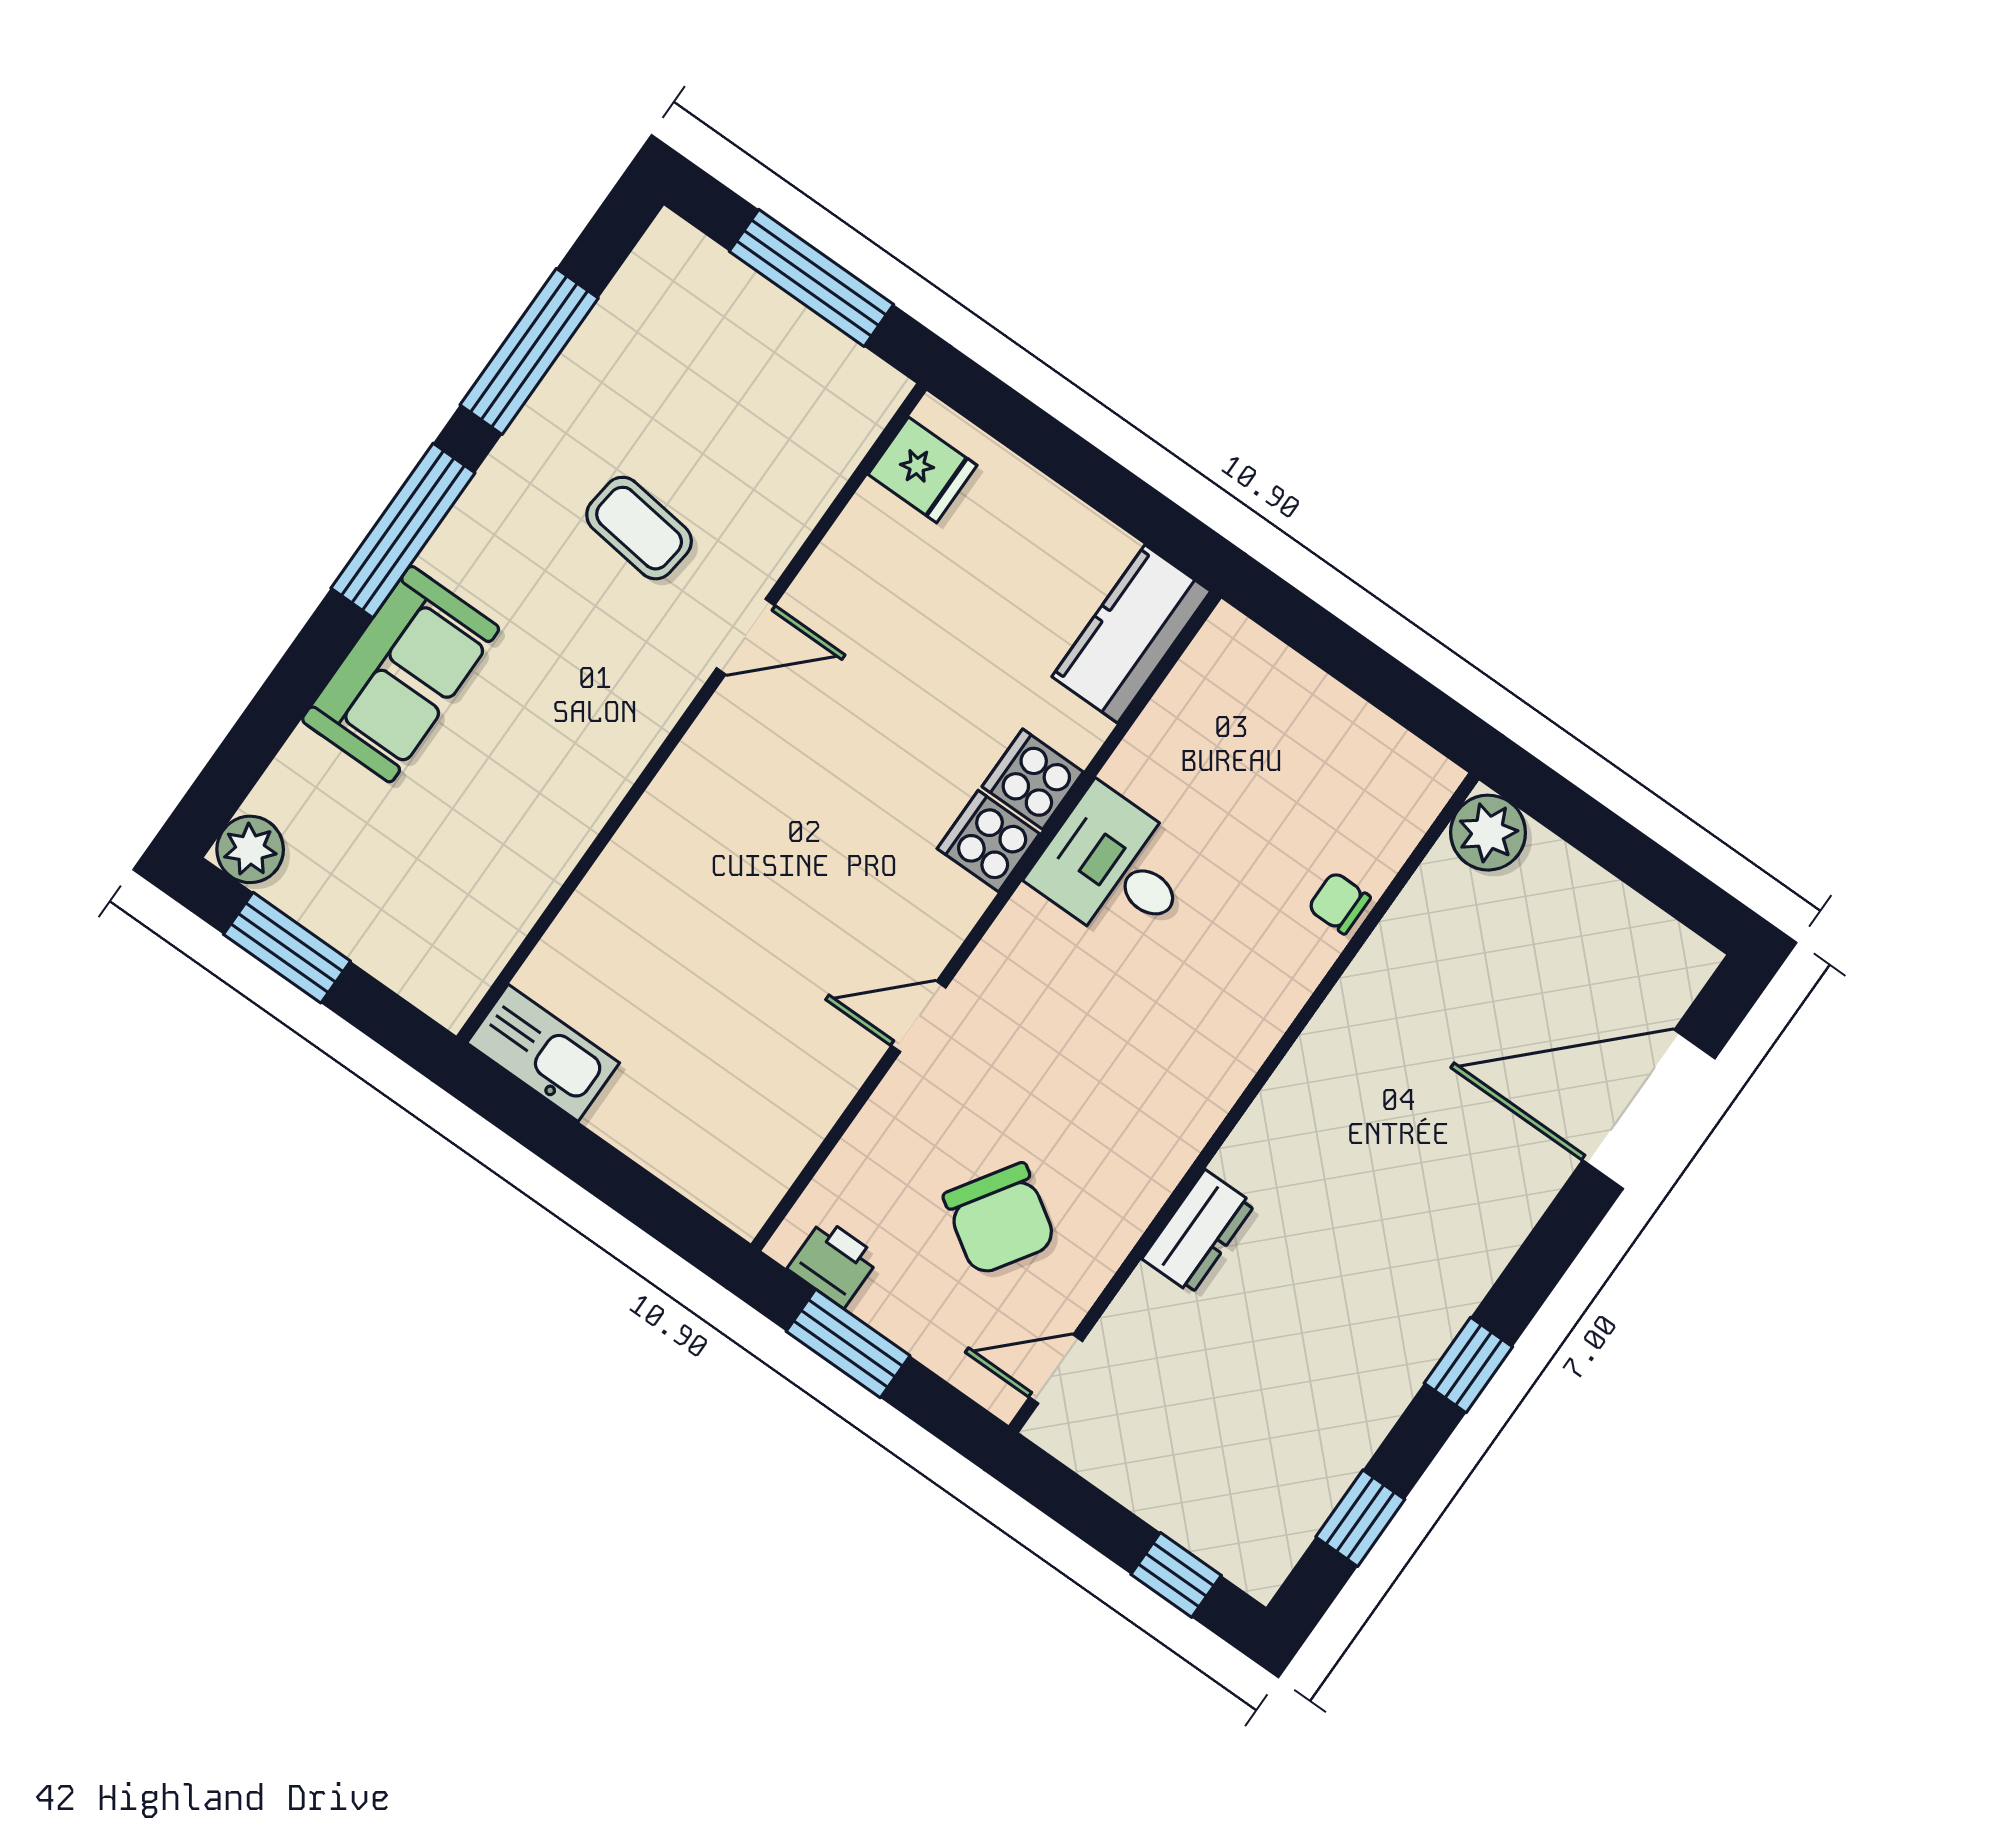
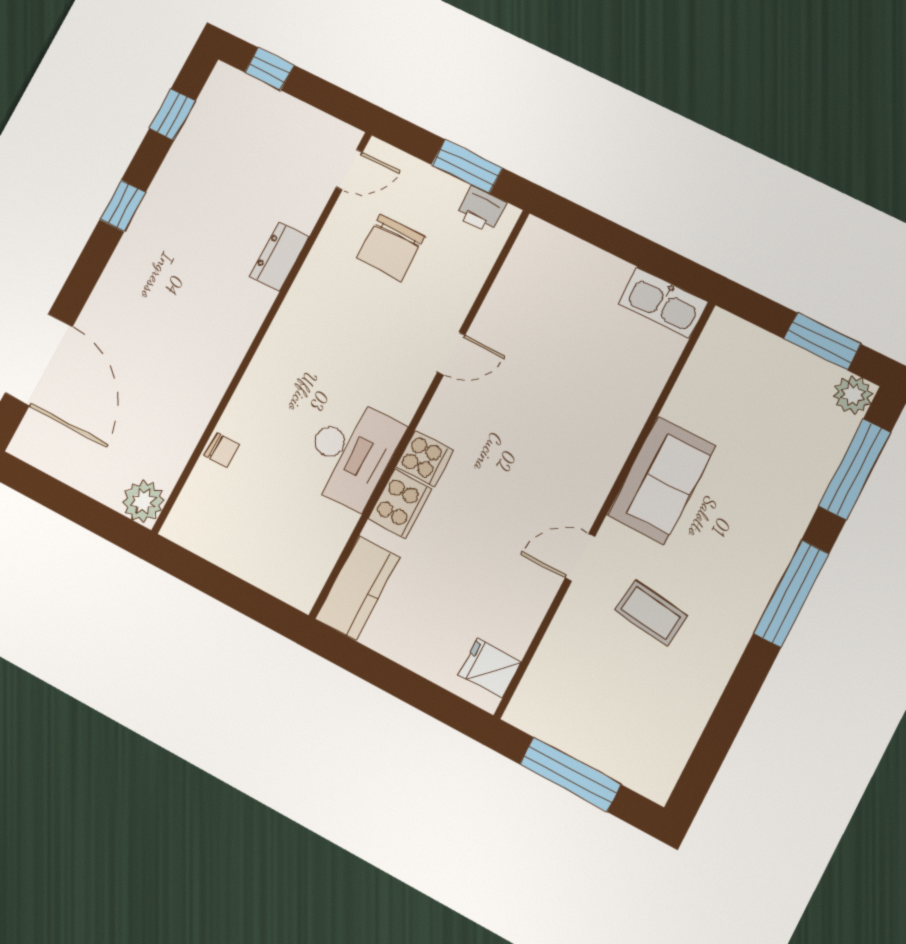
window: (529, 352) -> (855, 469), moved
sofa: (401, 674) -> (661, 480), moved, turned 180
cooker: (1033, 779) -> (400, 504), width x1.36
desk: (1114, 868) -> (351, 453), width x1.37
door: (1649, 1109) -> (39, 360), hinge flipped
chair: (1000, 1219) -> (391, 247), turned -123

